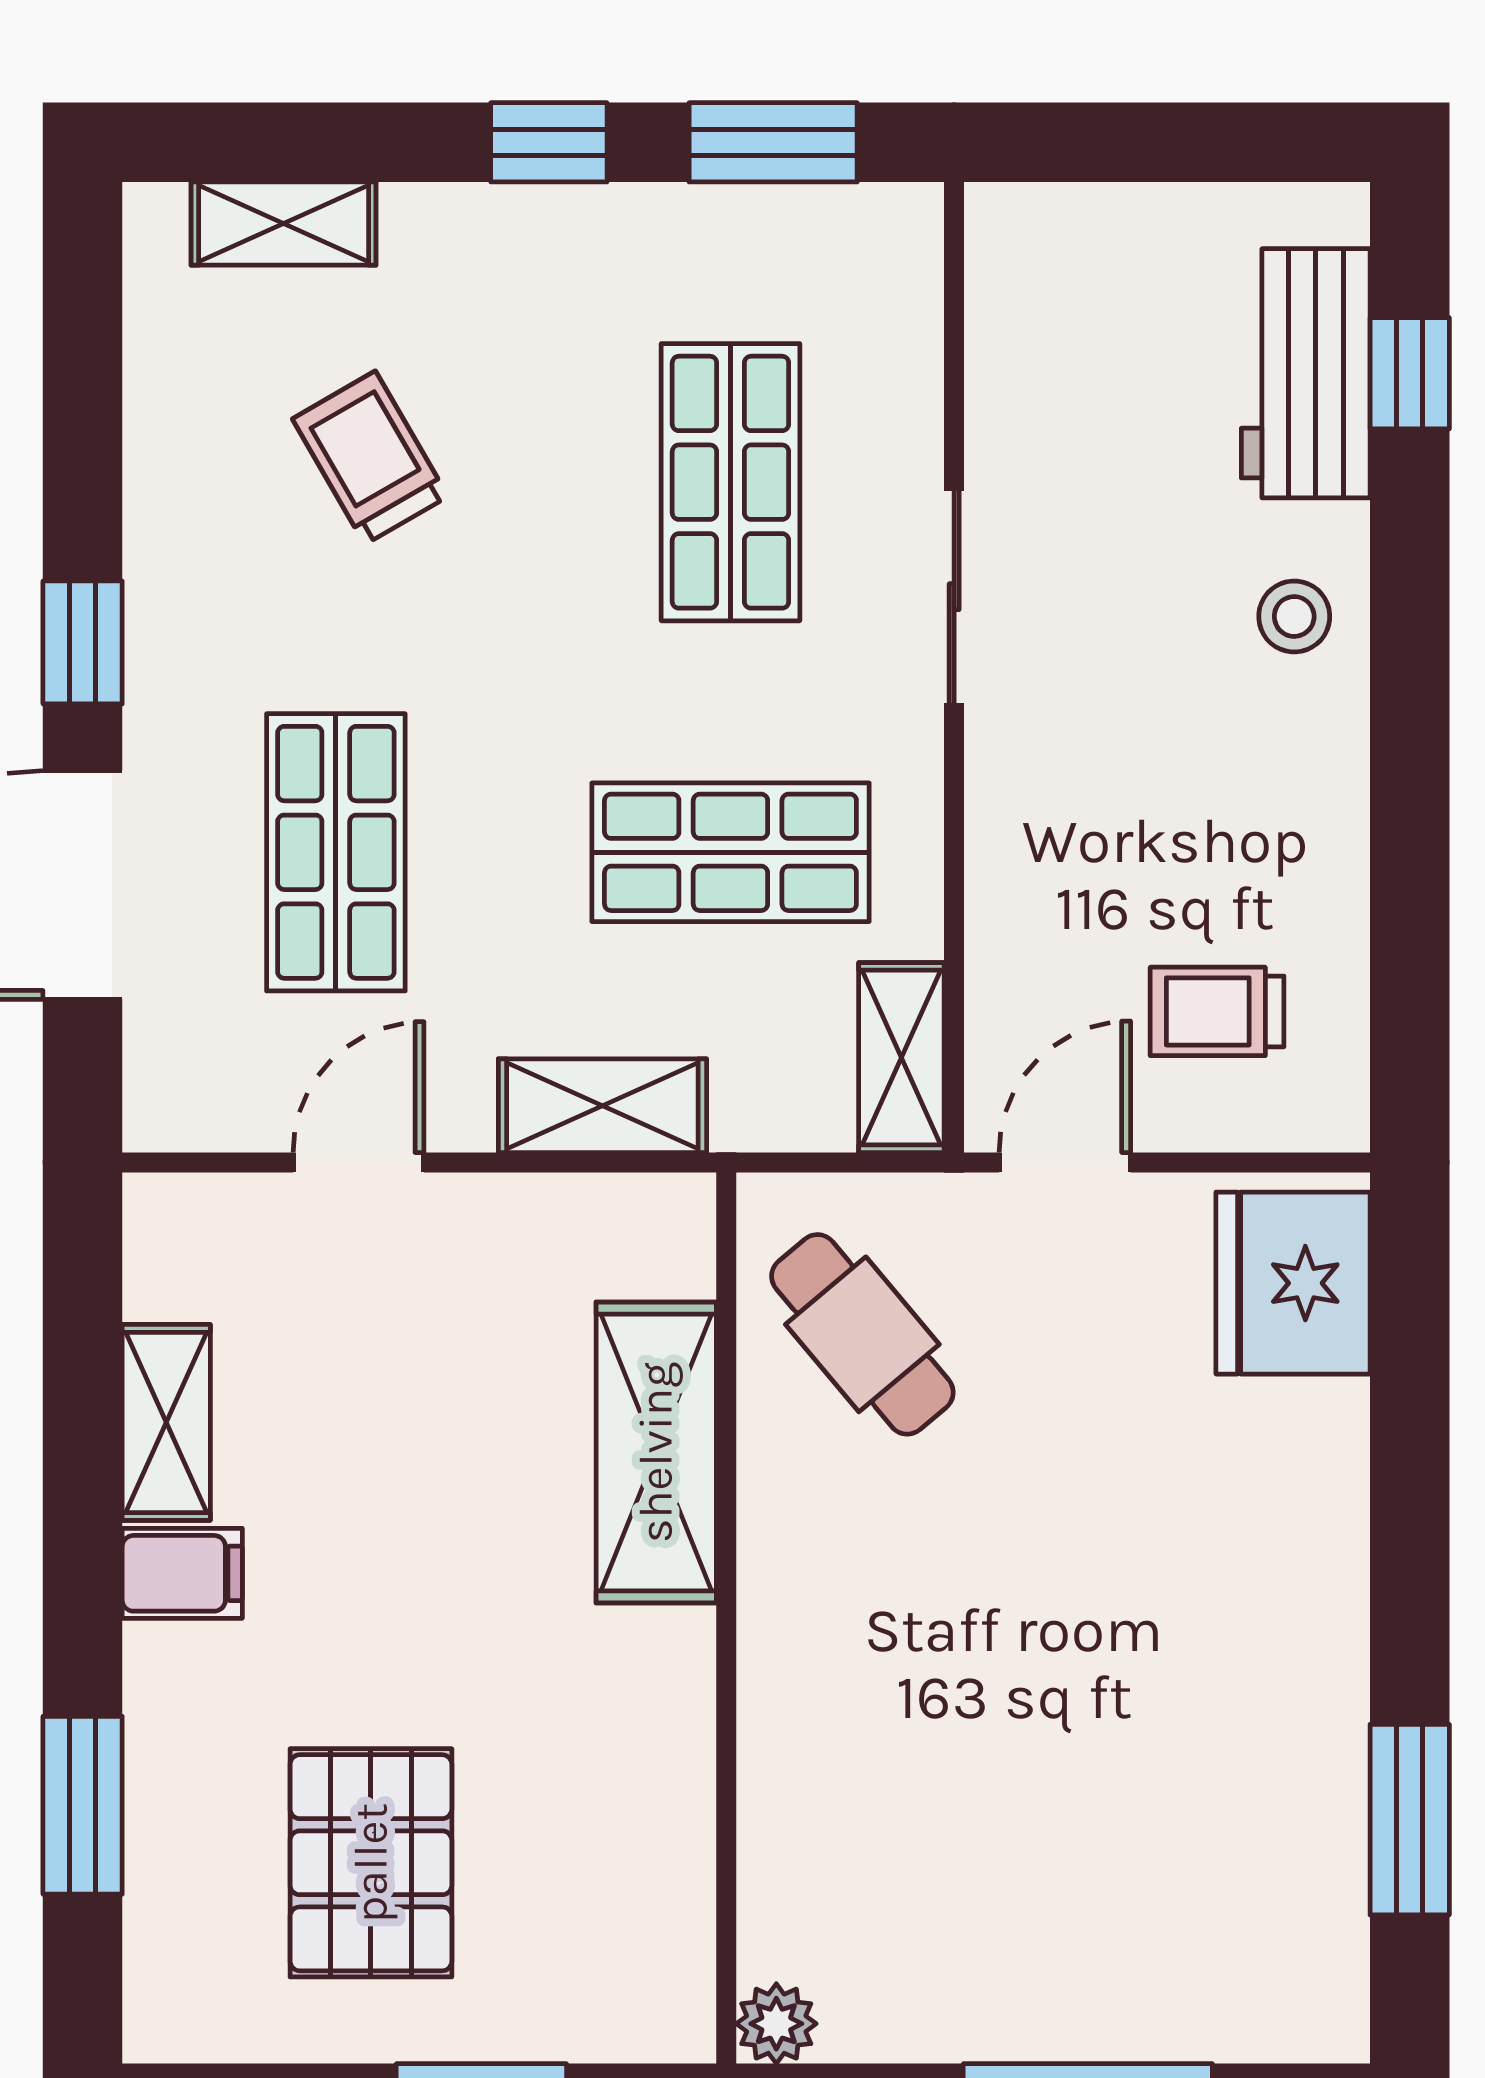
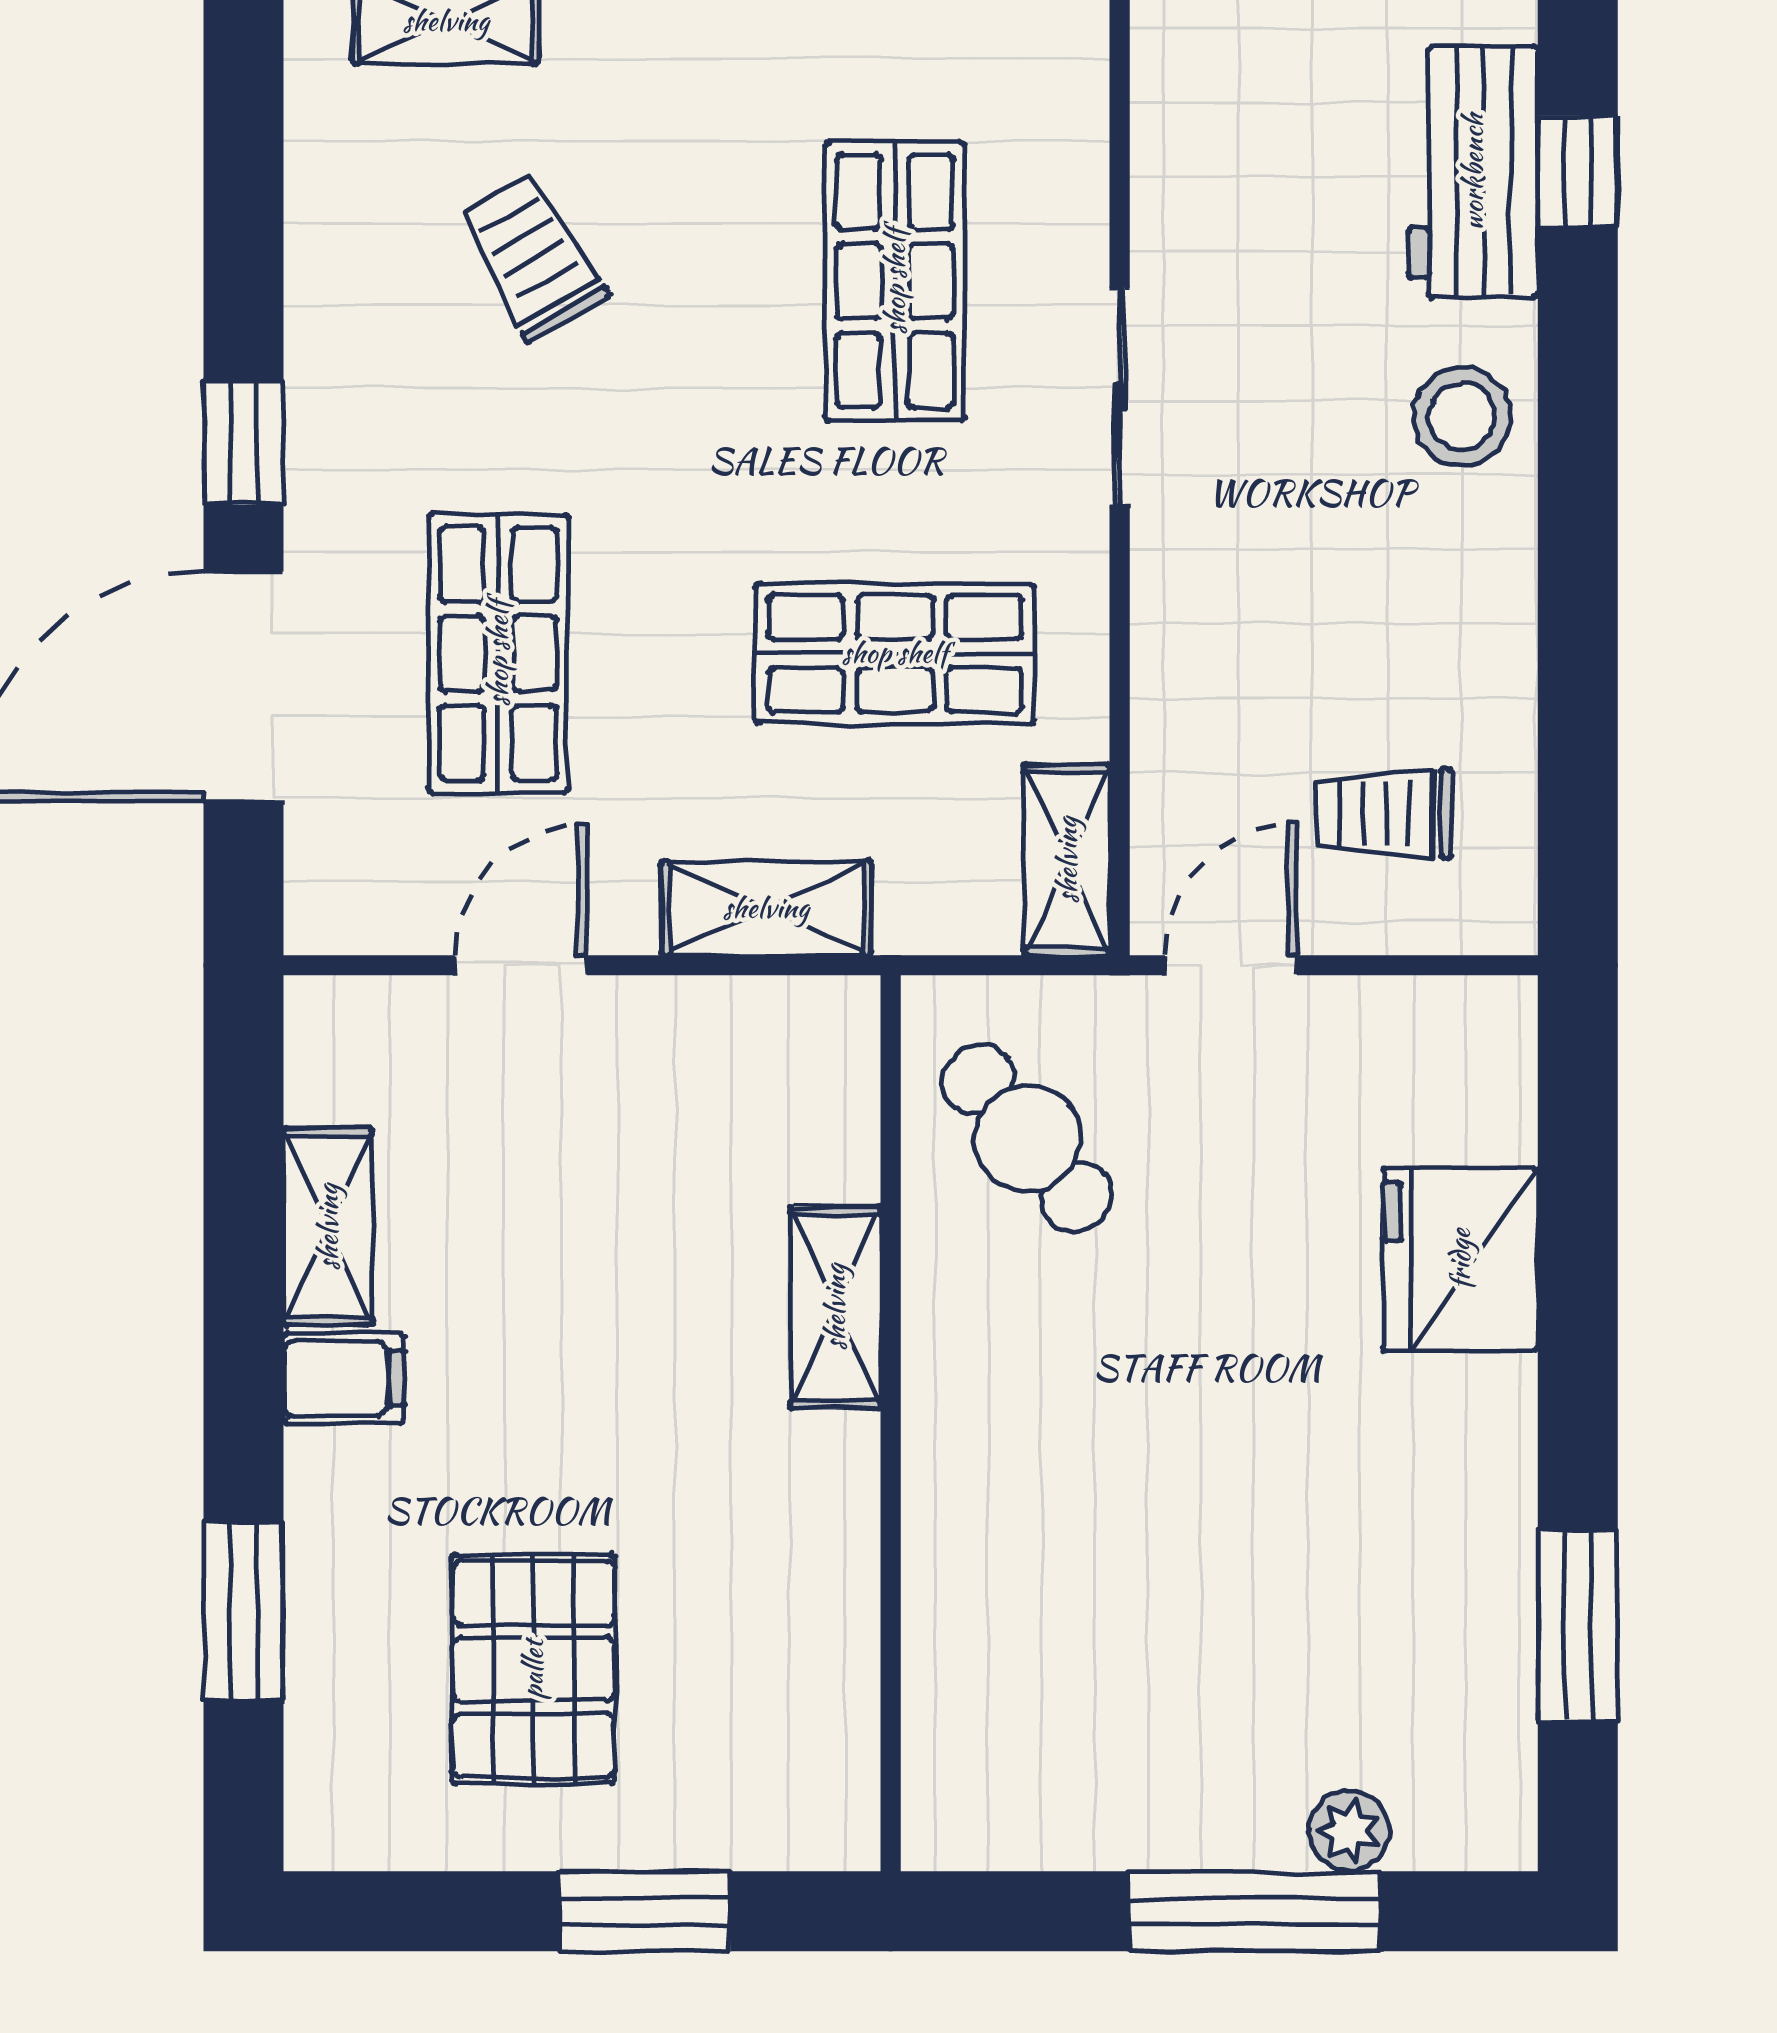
stool: (1294, 616) -> (1462, 416), width x1.37, depth x1.37
fridge: (1293, 1283) -> (1460, 1259), moved
shelving: (656, 1452) -> (835, 1307), width x0.67, depth x0.75
plant: (776, 2024) -> (1349, 1831), moved

